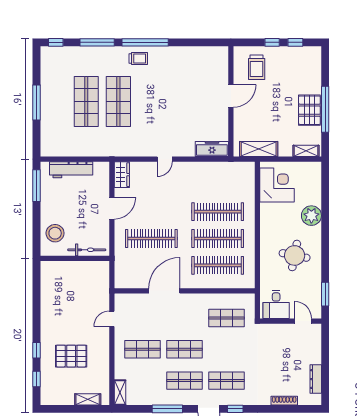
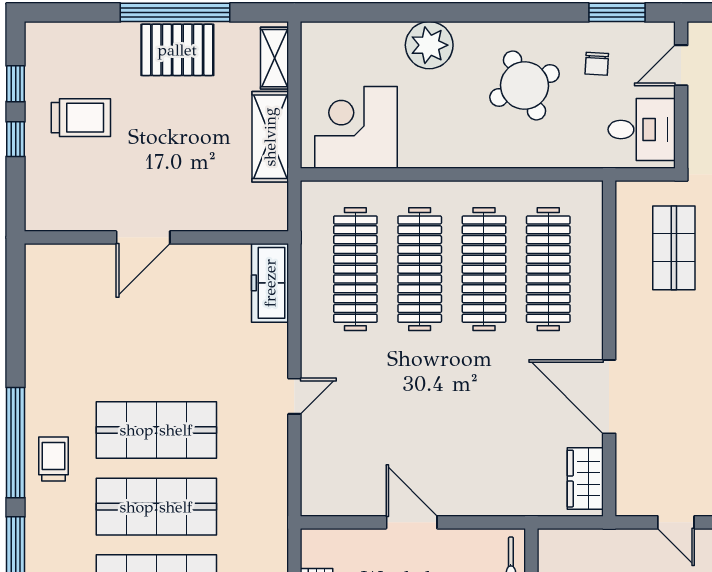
trolley: (257, 67) -> (81, 118), moved
door: (231, 96) -> (143, 237), swing flipped
shop shelf: (150, 101) -> (156, 430), added
shelving: (259, 149) -> (270, 137), moved
door: (165, 159) -> (294, 396), hinge flipped
wardrobe: (122, 175) -> (585, 479), moved, turned -90
clothes rail: (151, 238) -> (355, 269), moved
round table: (295, 255) -> (525, 85), turned -36
chair: (304, 286) -> (597, 64), added

